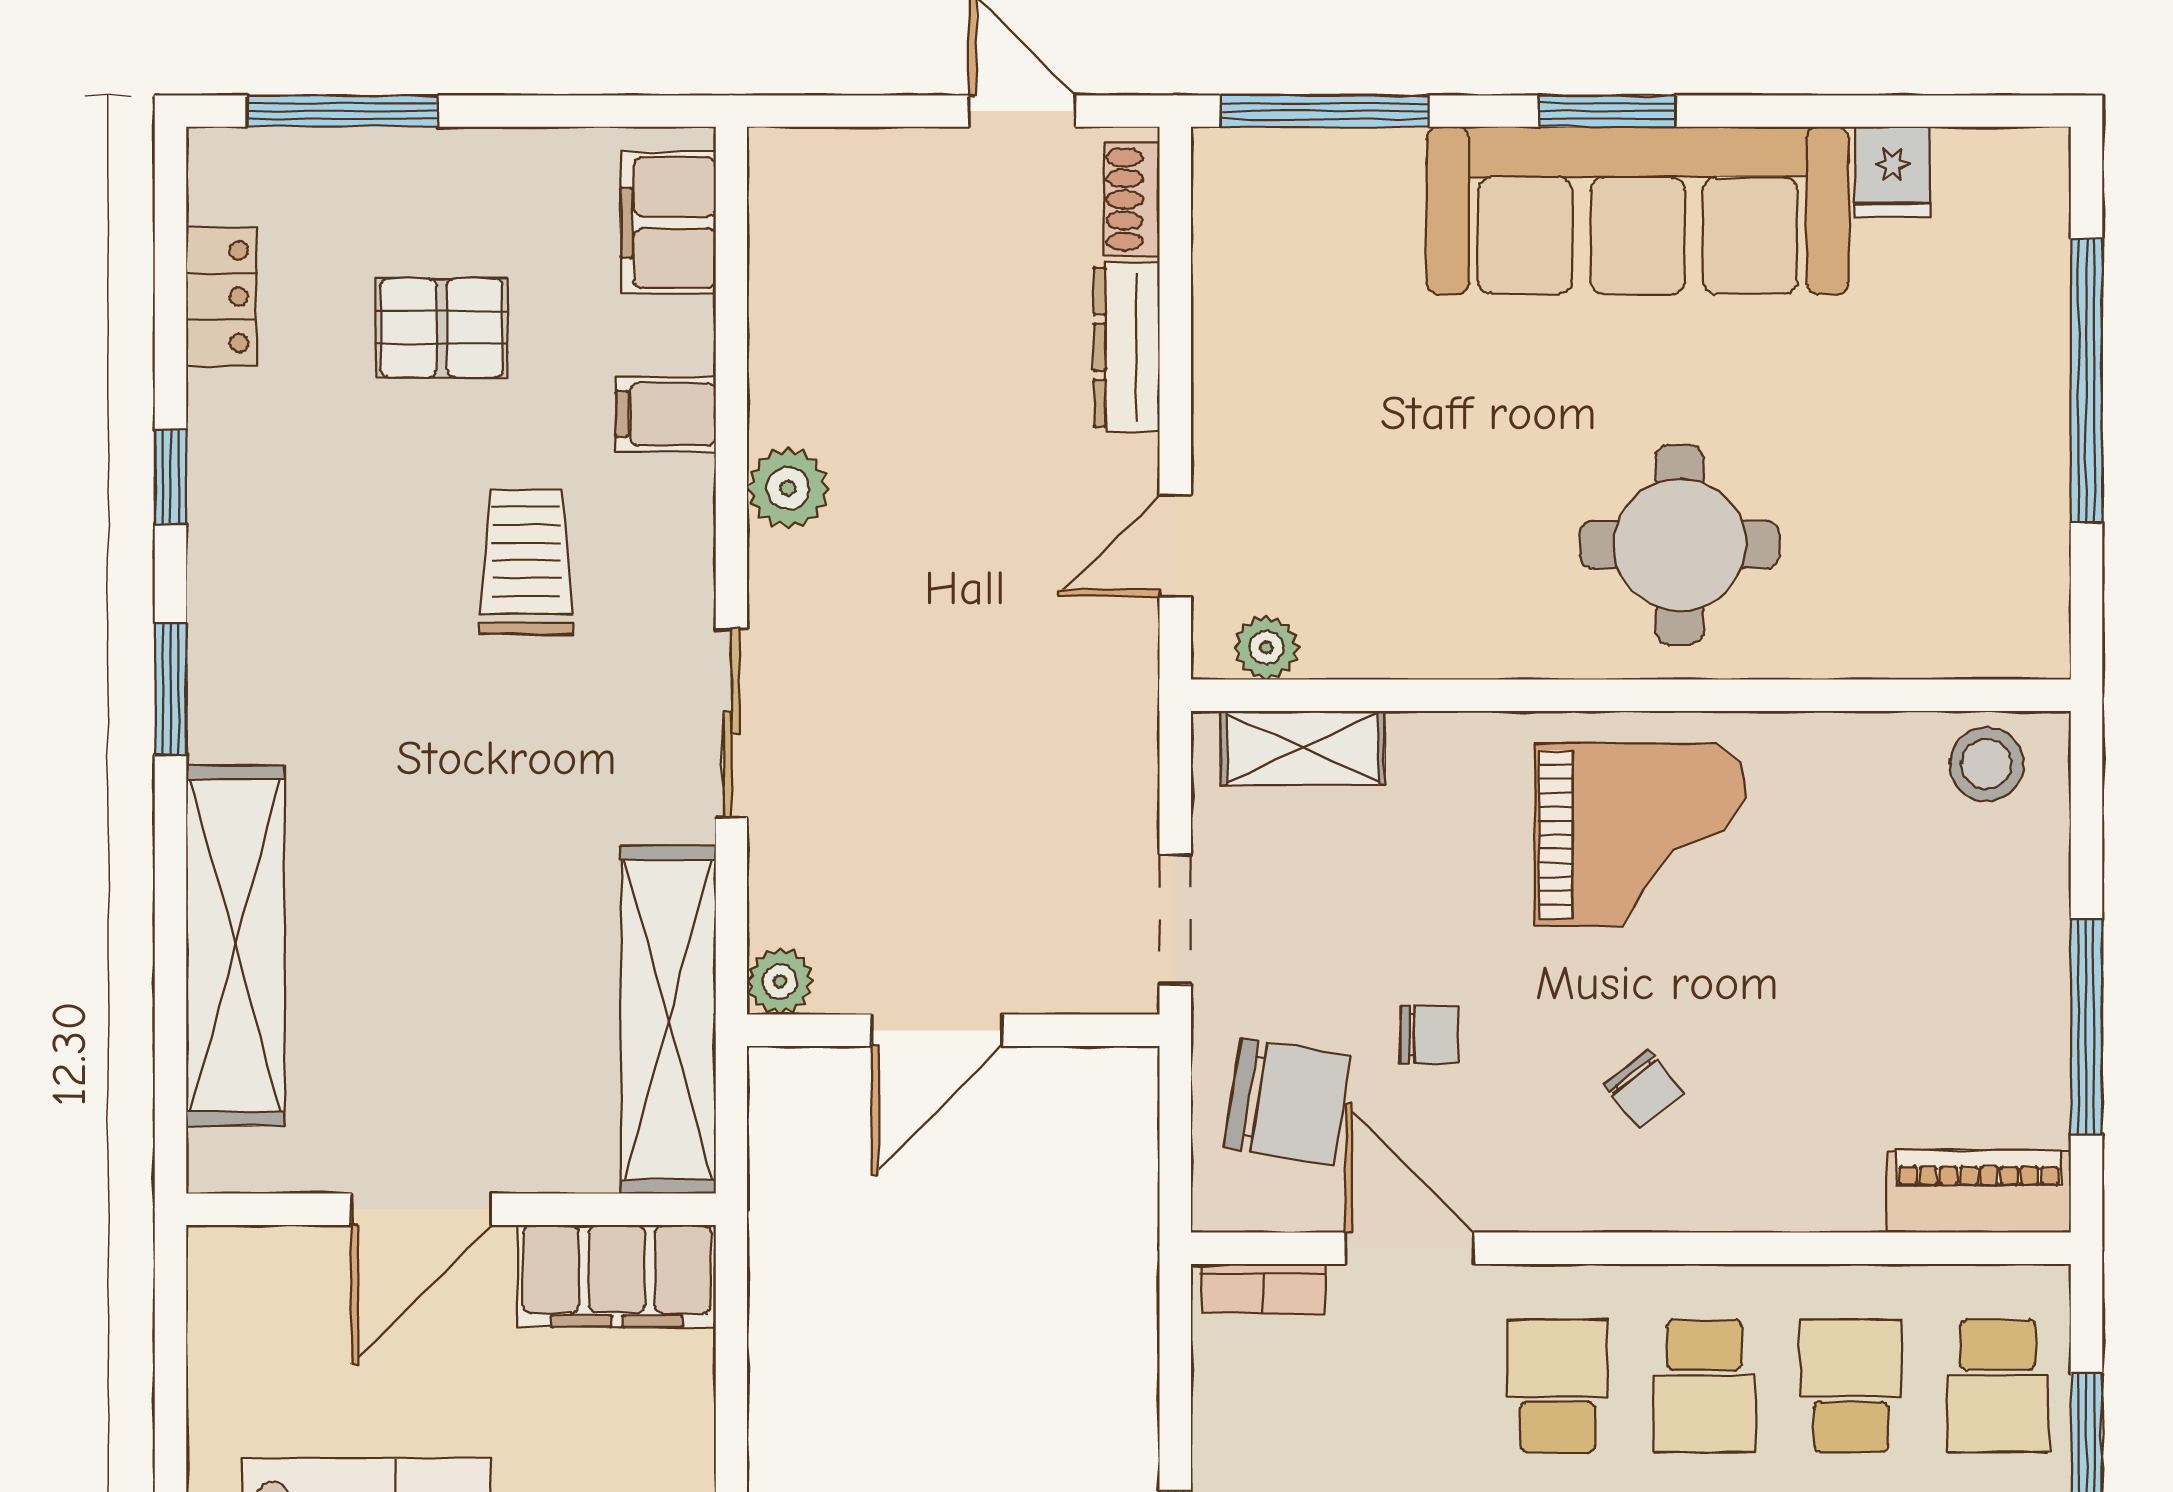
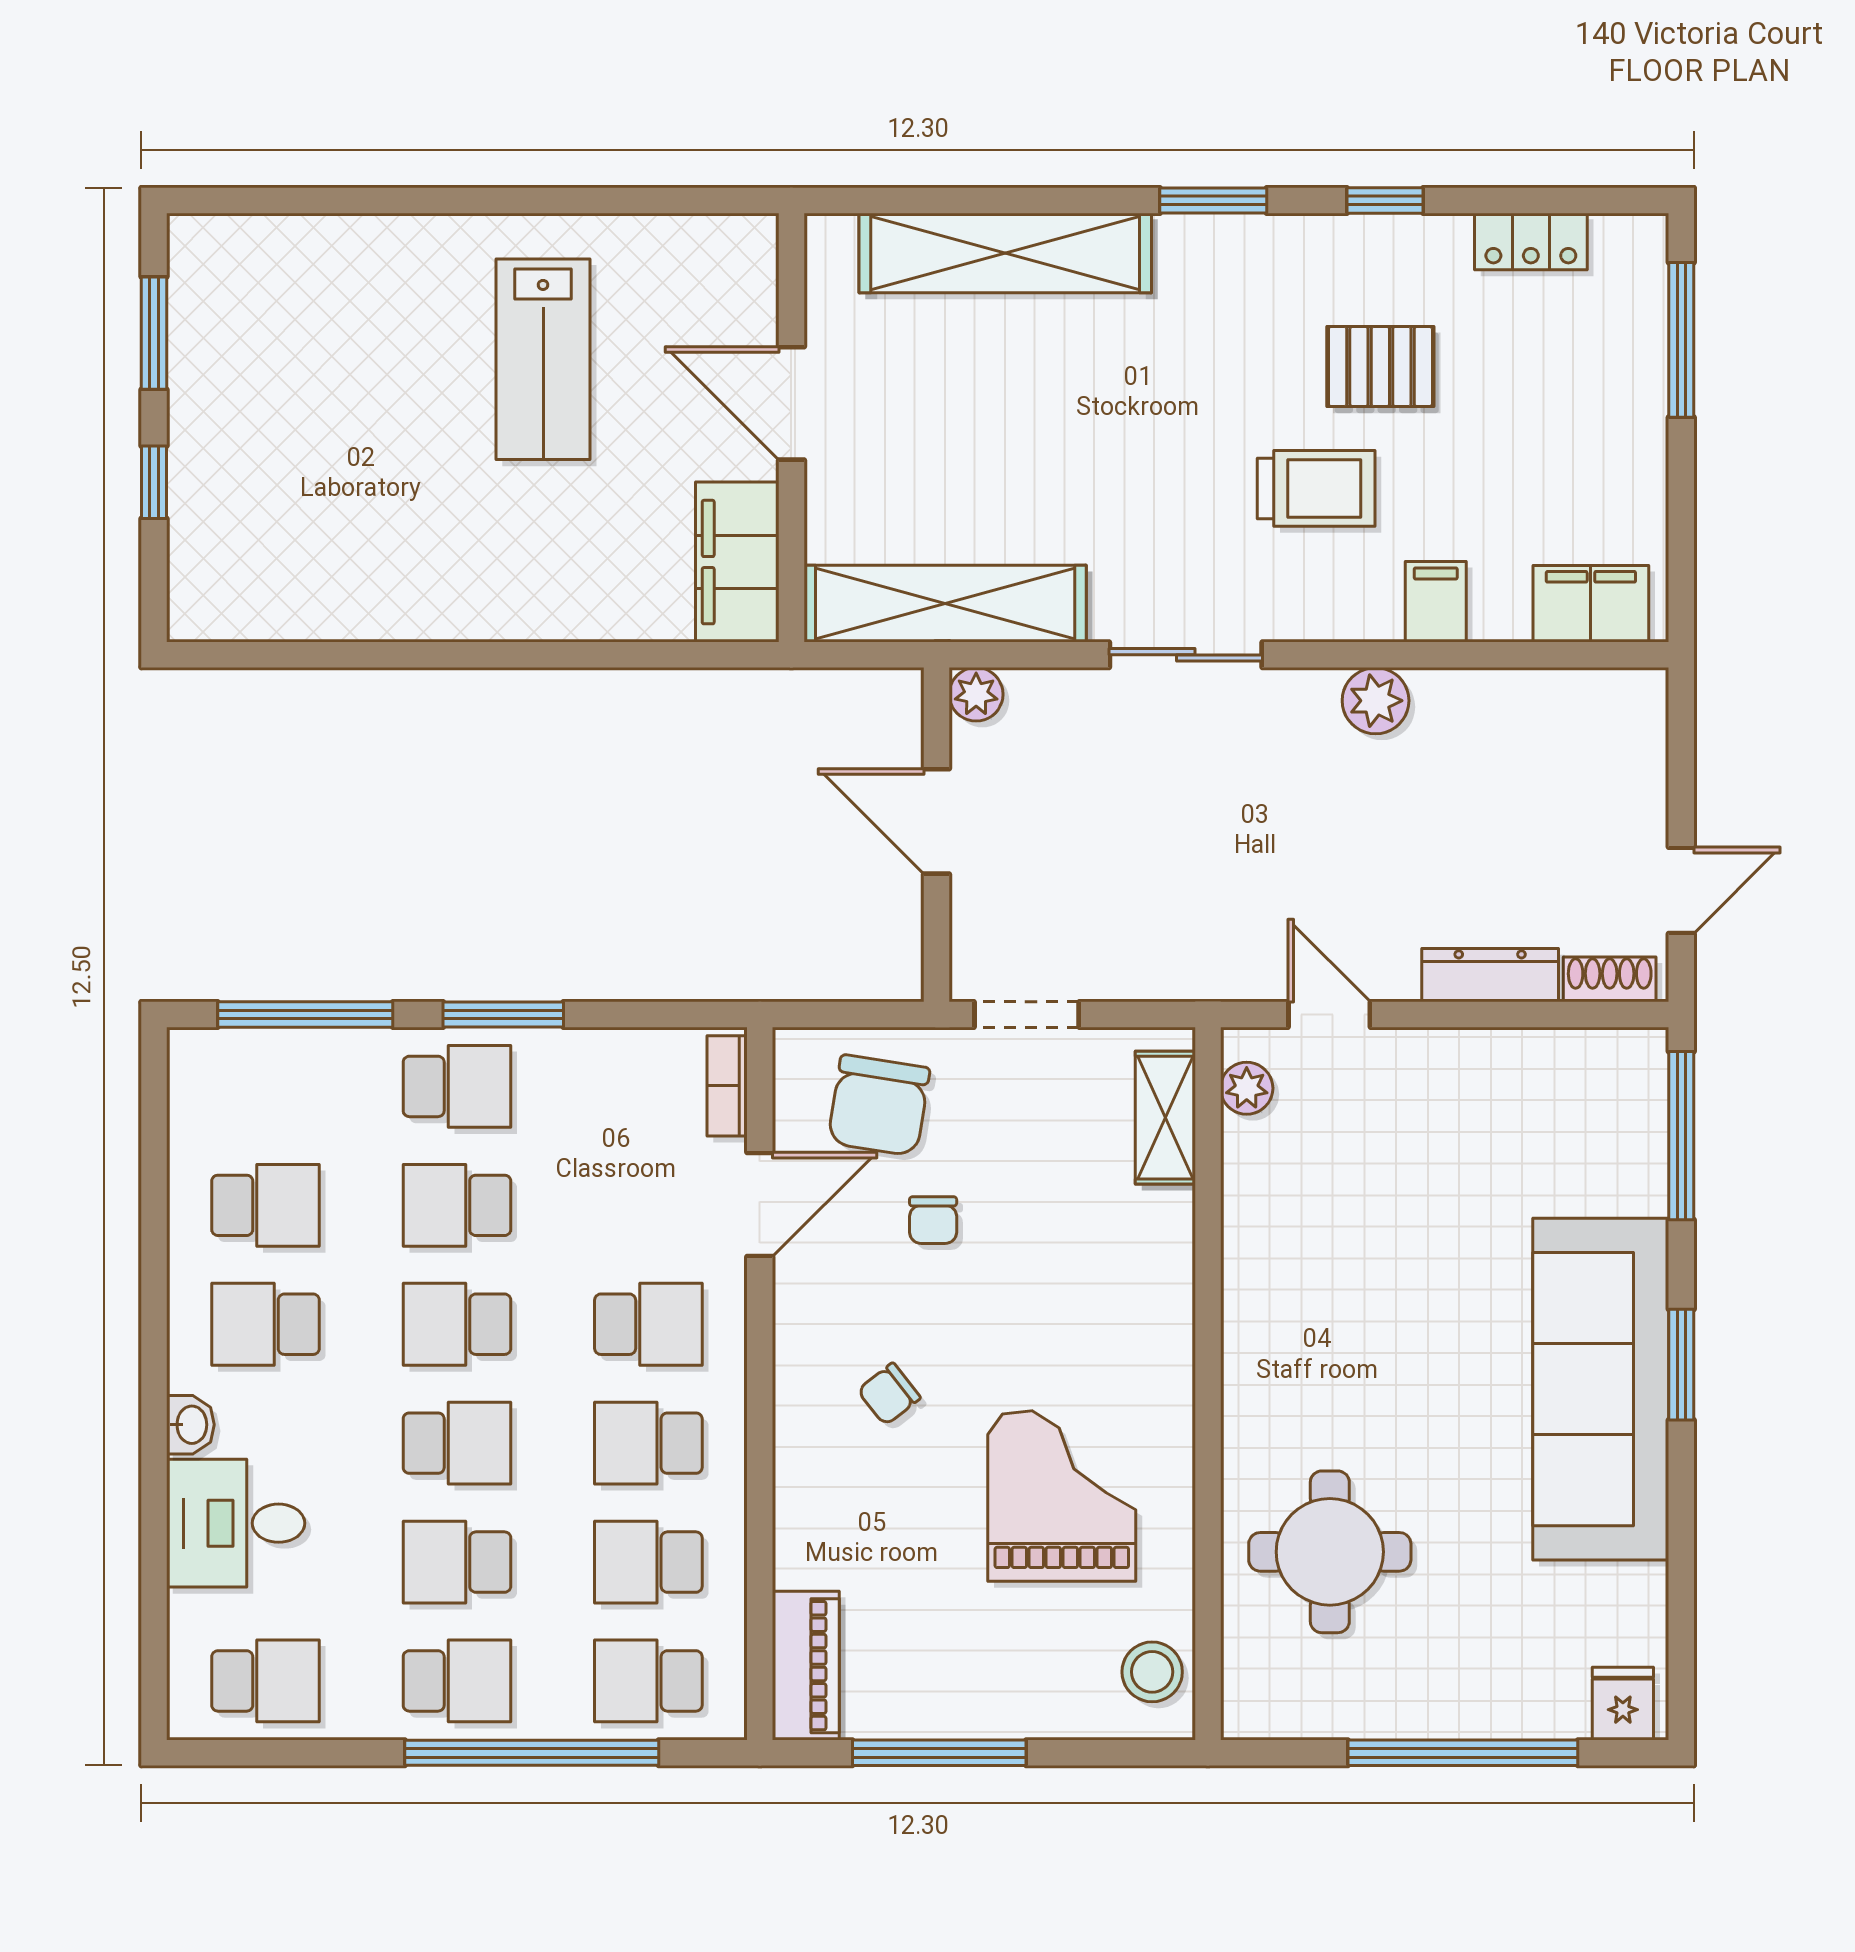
fridge: (1893, 172) -> (1623, 1704), moved, turned 90
pallet: (442, 328) -> (1380, 367), moved, turned 90
round table: (1680, 545) -> (1330, 1552), moved
grand piano: (1640, 835) -> (1062, 1496), moved, turned 180
school desk: (1851, 1386) -> (648, 1562), turned 180

